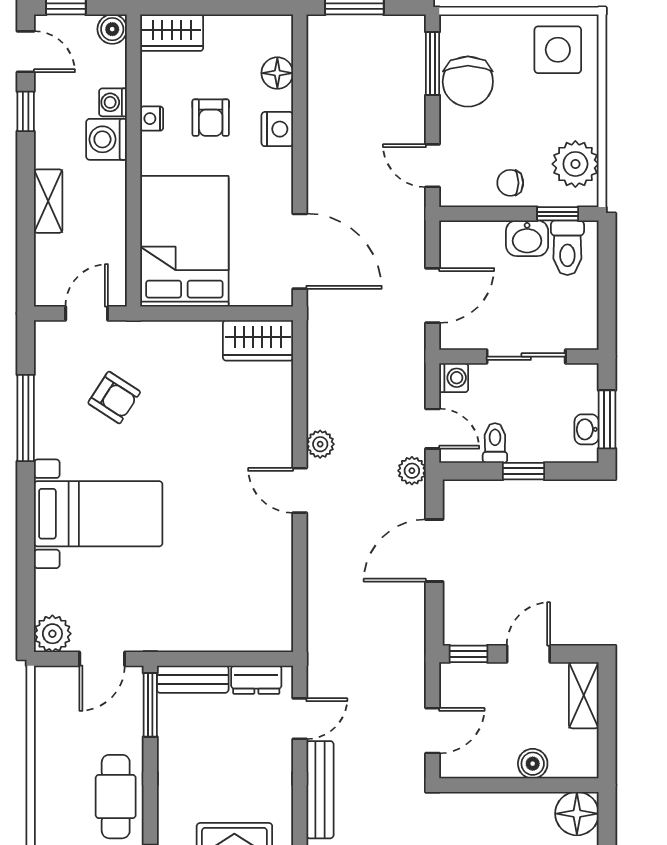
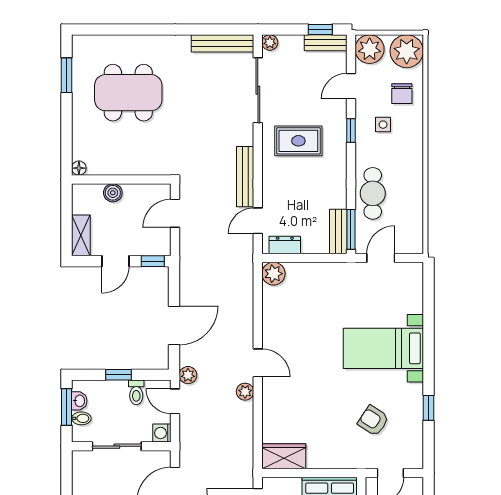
bidet: (583, 401) -> (81, 418), added
window: (26, 418) -> (428, 408), width x0.46
plant: (52, 634) -> (273, 274), moved
bench: (193, 679) -> (338, 232), moved, turned 90
cafe table: (116, 797) -> (373, 193), moved
floor lamp: (577, 814) -> (79, 168), width x0.53, depth x0.53

